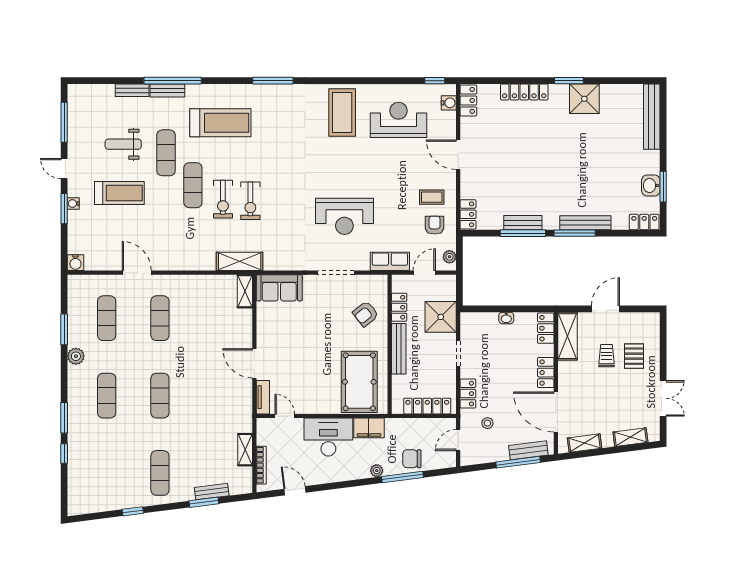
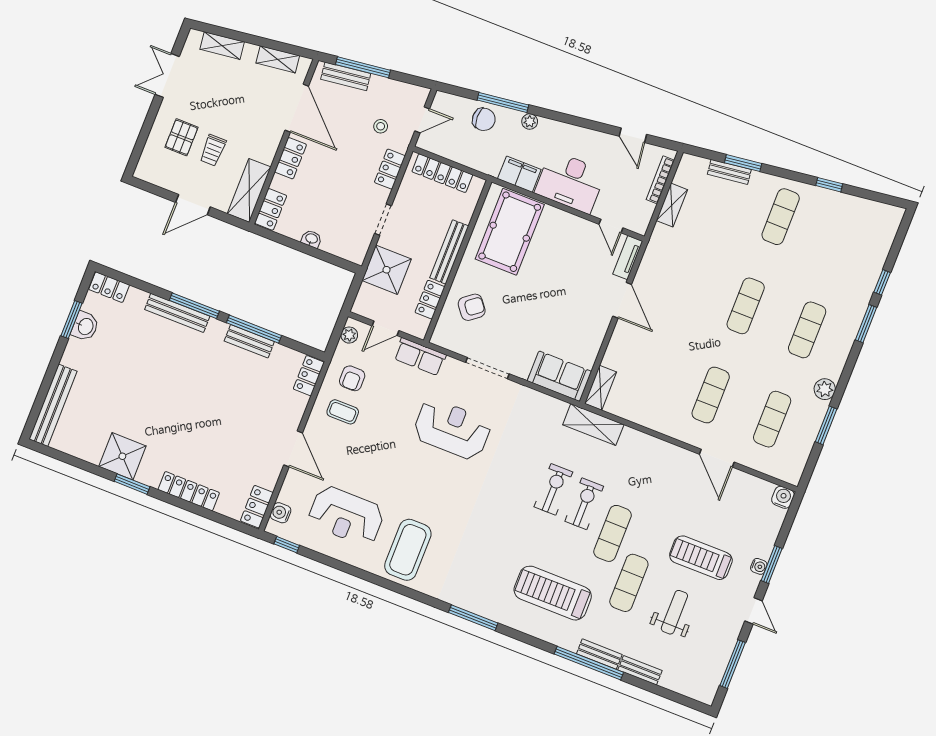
weight bench: (123, 144) -> (674, 612), turned -90

